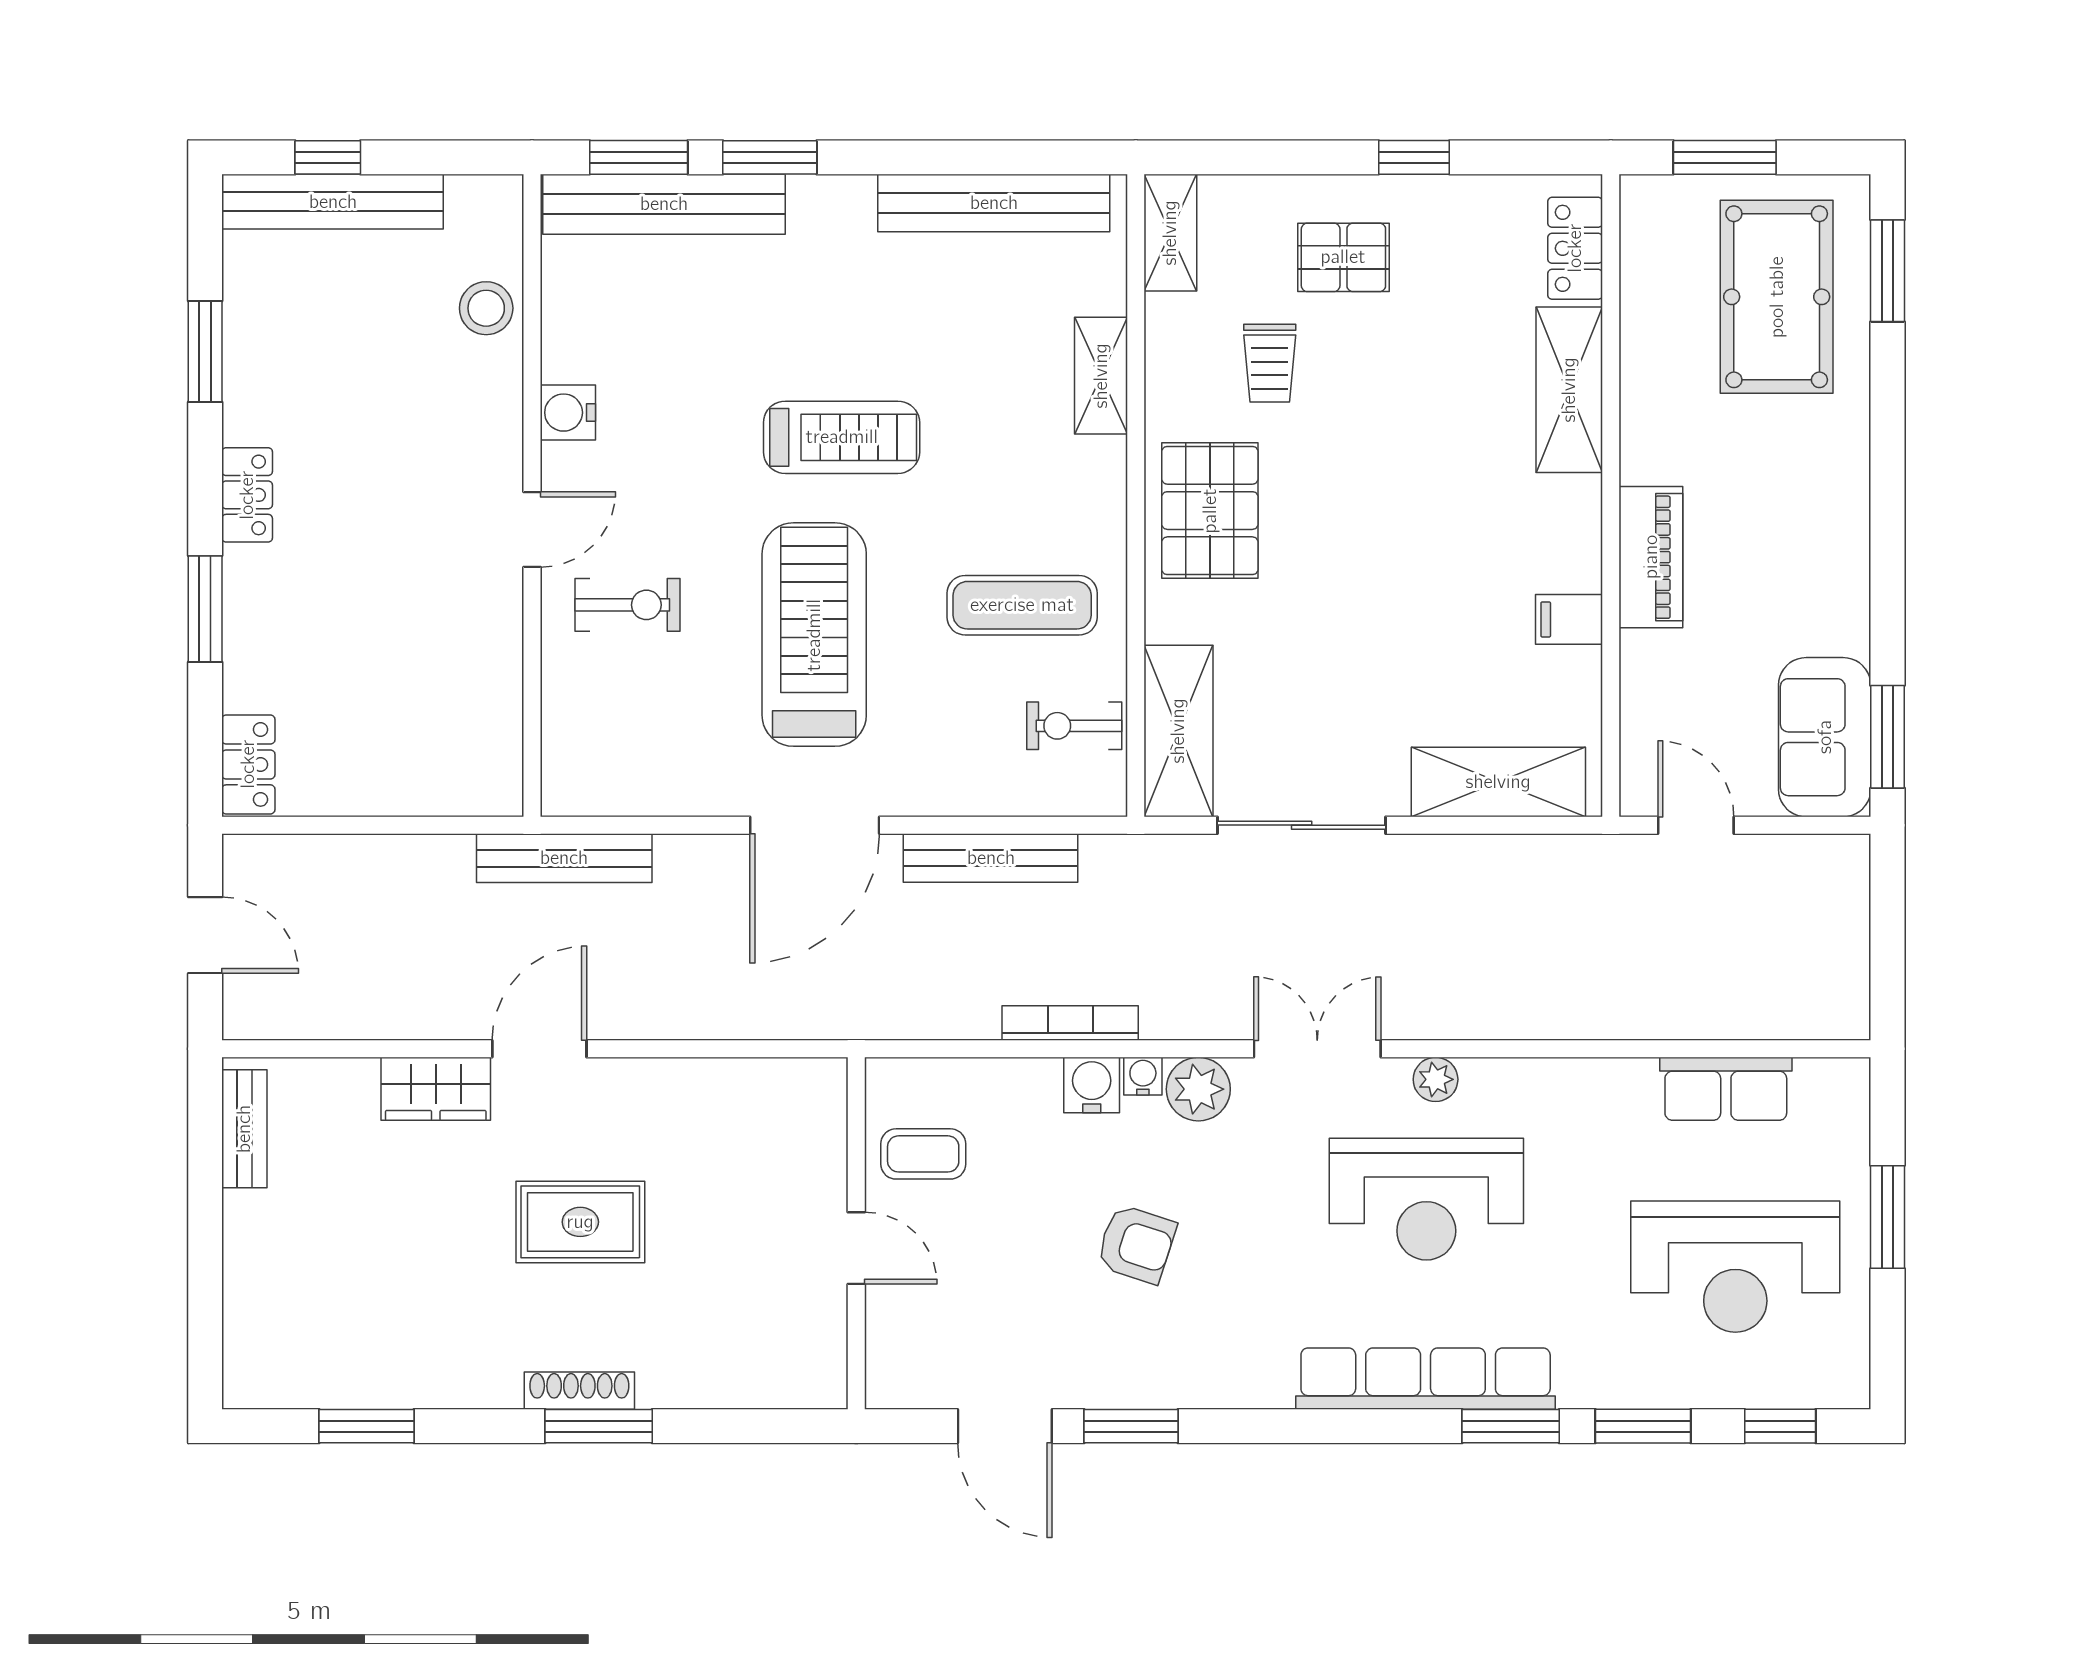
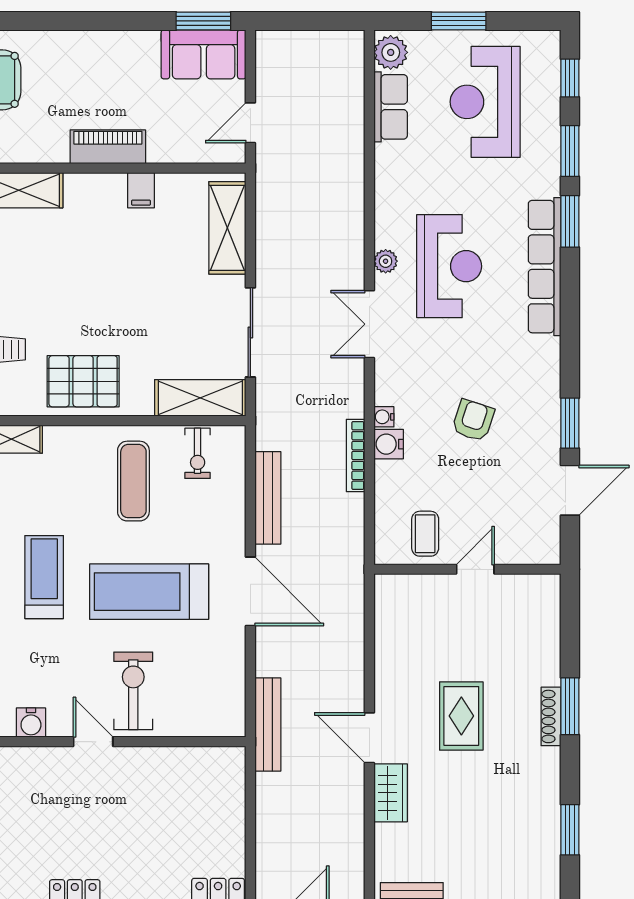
exercise bike: (627, 605) -> (133, 691), width x1.38, depth x1.39
plant: (1198, 1089) -> (391, 52), moved
reception desk: (1735, 1267) -> (485, 102), turned 180

